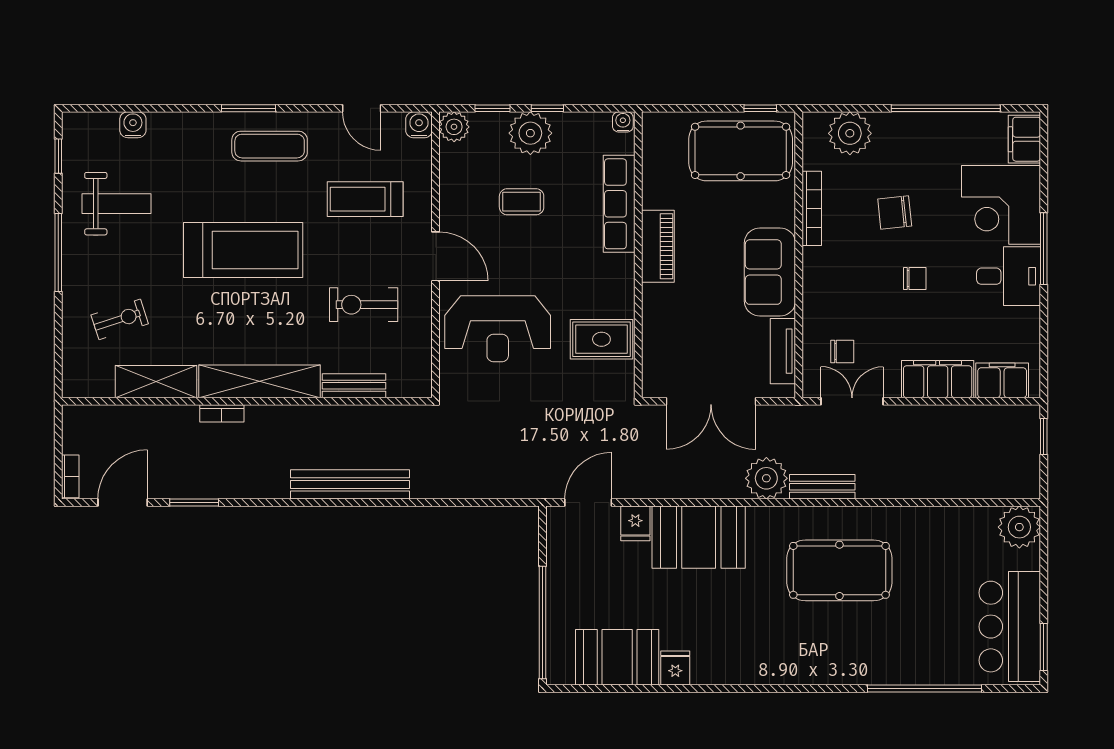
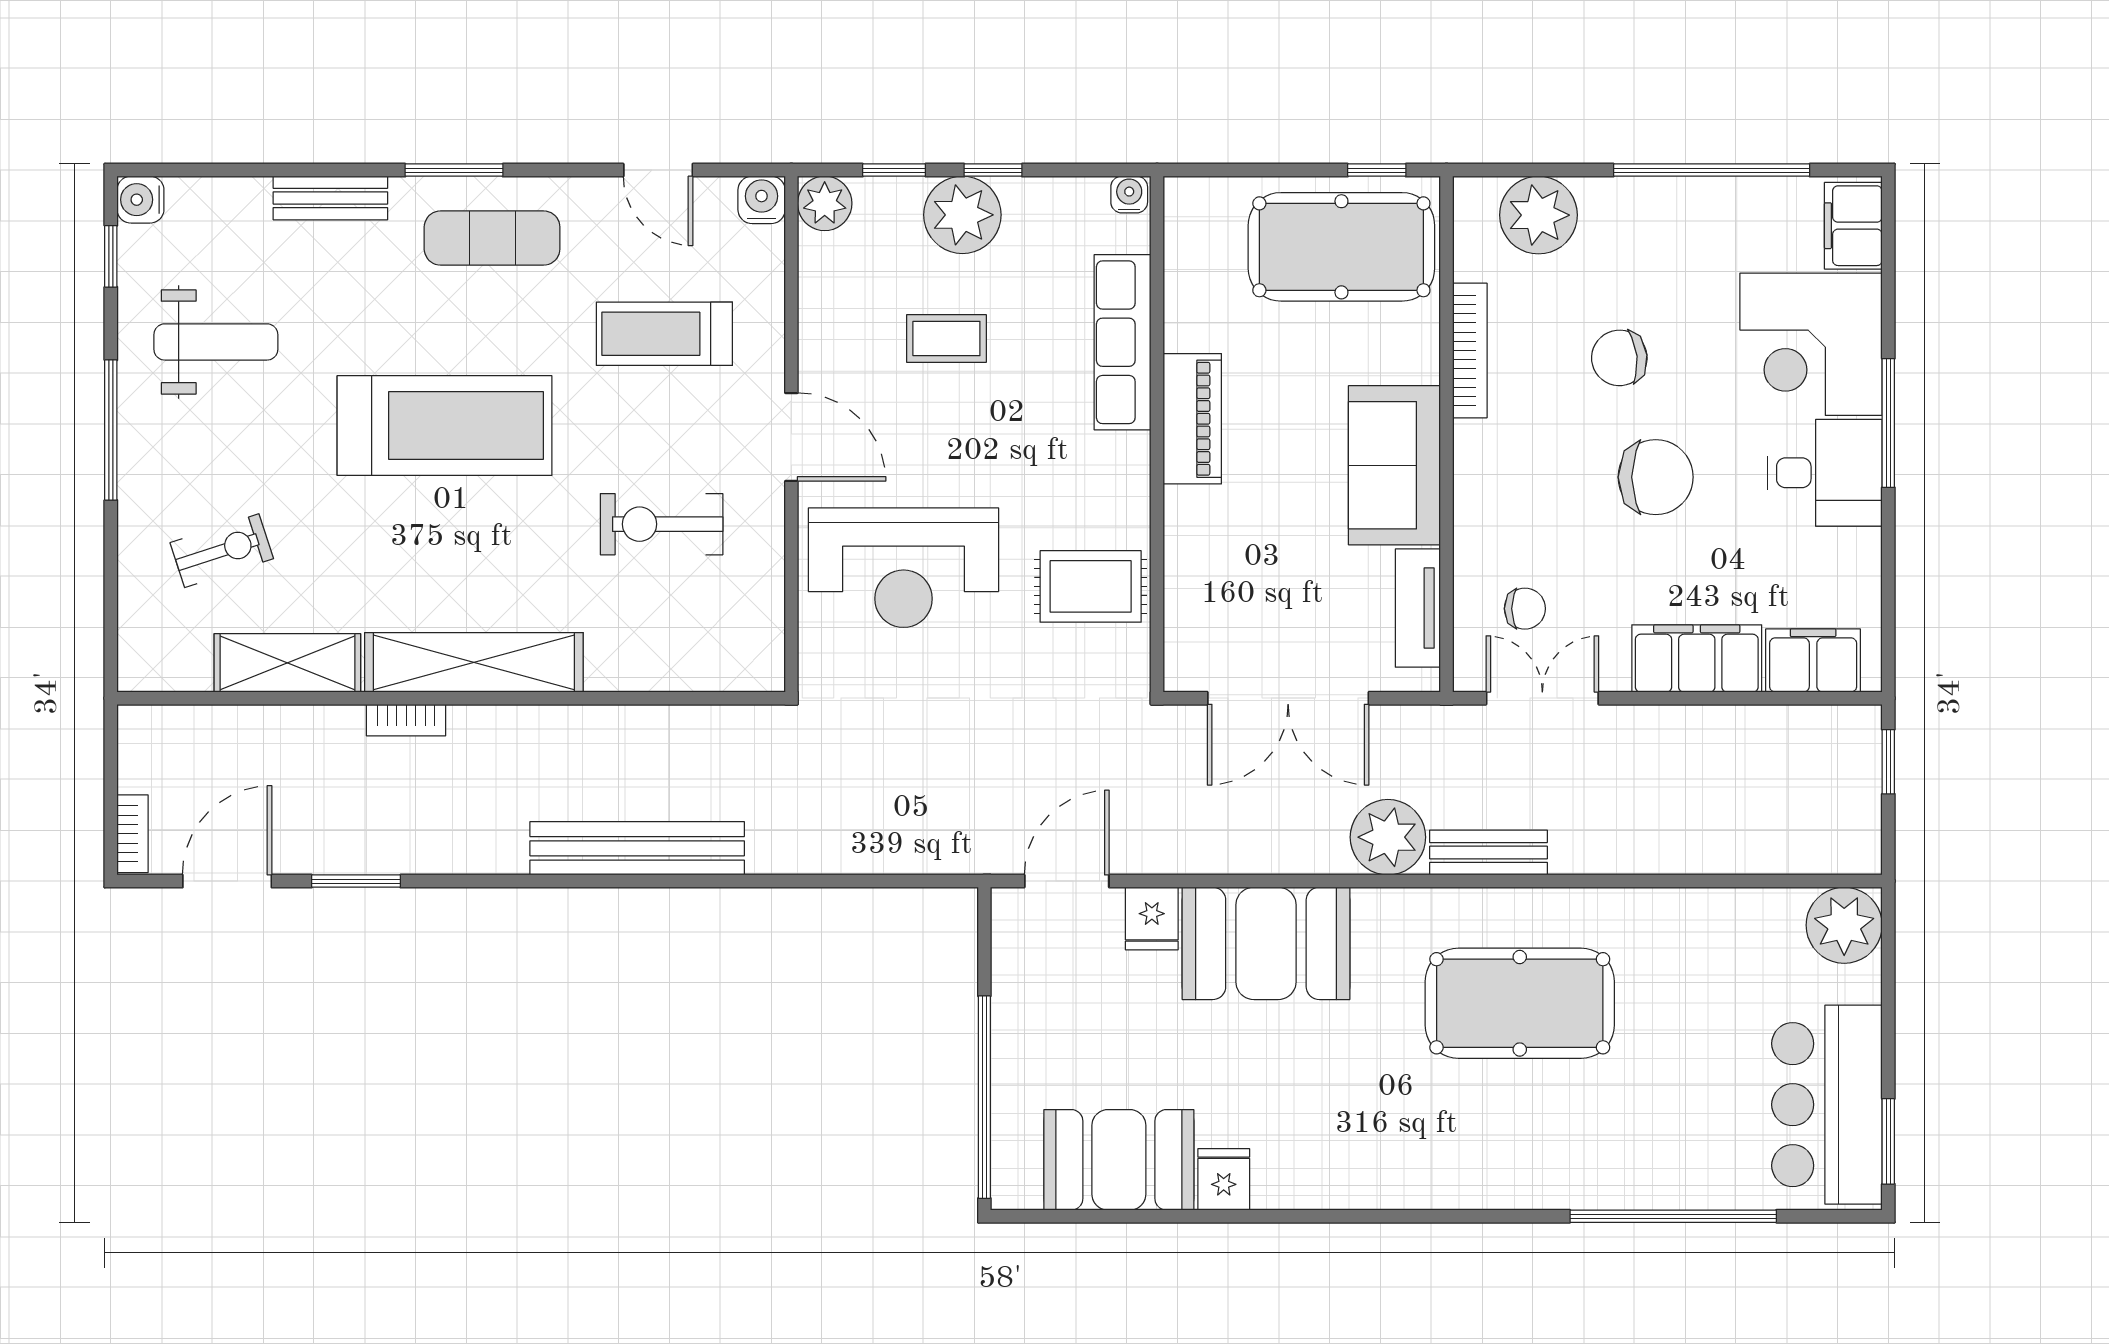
water cooler: (133, 125) -> (140, 200), moved, turned -90
chair: (915, 279) -> (1656, 477), width x1.87, depth x1.87
bench: (354, 386) -> (330, 198), moved

